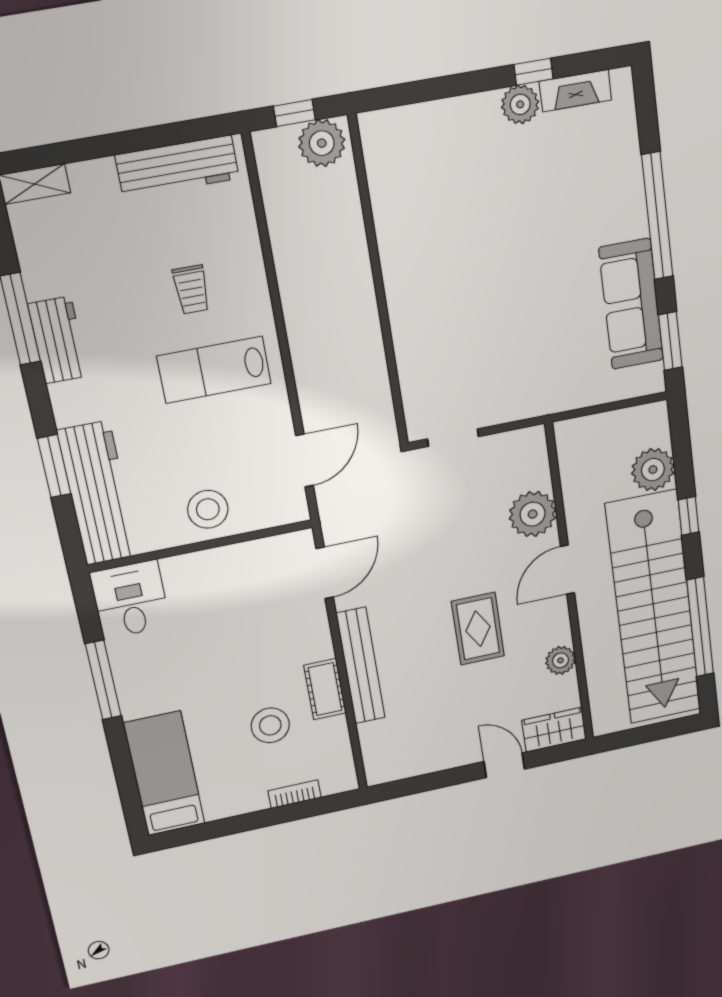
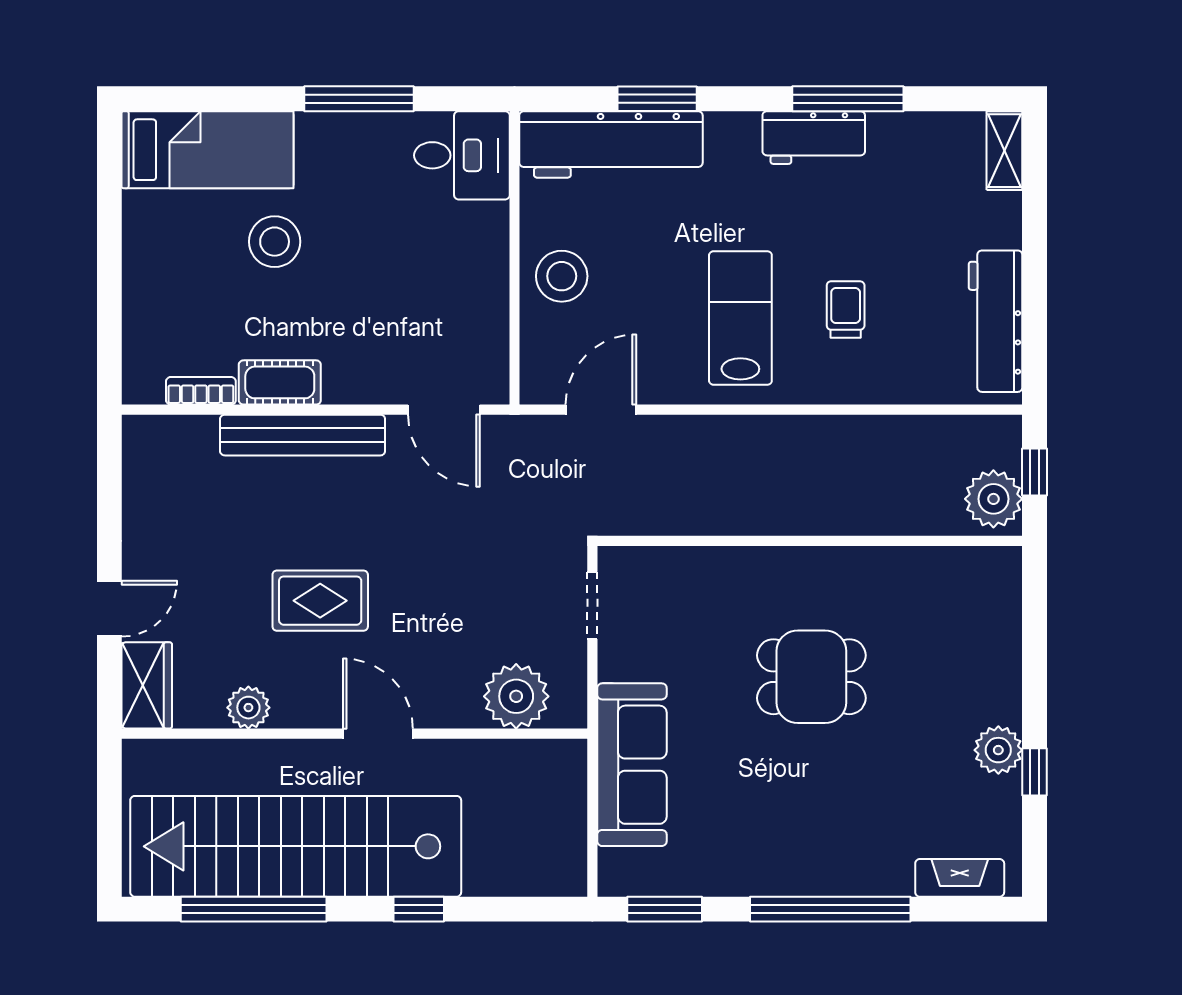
fireplace: (575, 91) -> (960, 878), moved, turned 90
dining table: (483, 263) -> (811, 677), added
trolley: (191, 289) -> (846, 309), turned 90
sofa: (631, 304) -> (632, 765), moved, turned 90
door: (304, 460) -> (601, 410), swing flipped
plant: (653, 470) -> (494, 867), removed
plant: (533, 514) -> (516, 696), moved
stool: (270, 725) -> (275, 242), moved
bookcase: (295, 794) -> (201, 391), moved, turned -90

